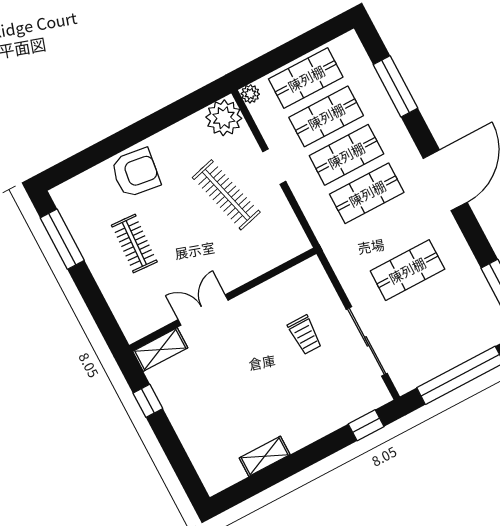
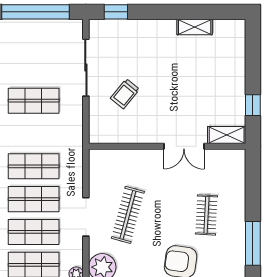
doorway: (274, 167) -> (86, 217), width x1.38
clothes rail: (226, 195) -> (128, 215), turned 30
trolley: (305, 335) -> (125, 94), turned -141

